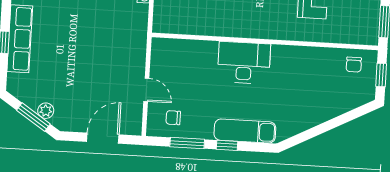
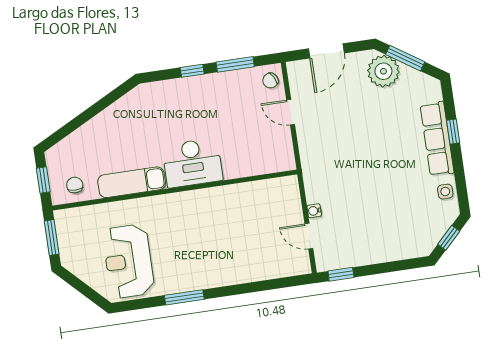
plant: (46, 111) -> (383, 71), width x1.88, depth x1.88
chair: (173, 118) -> (270, 81), moved, turned 151
exam couch: (245, 131) -> (132, 182), moved, turned 180

